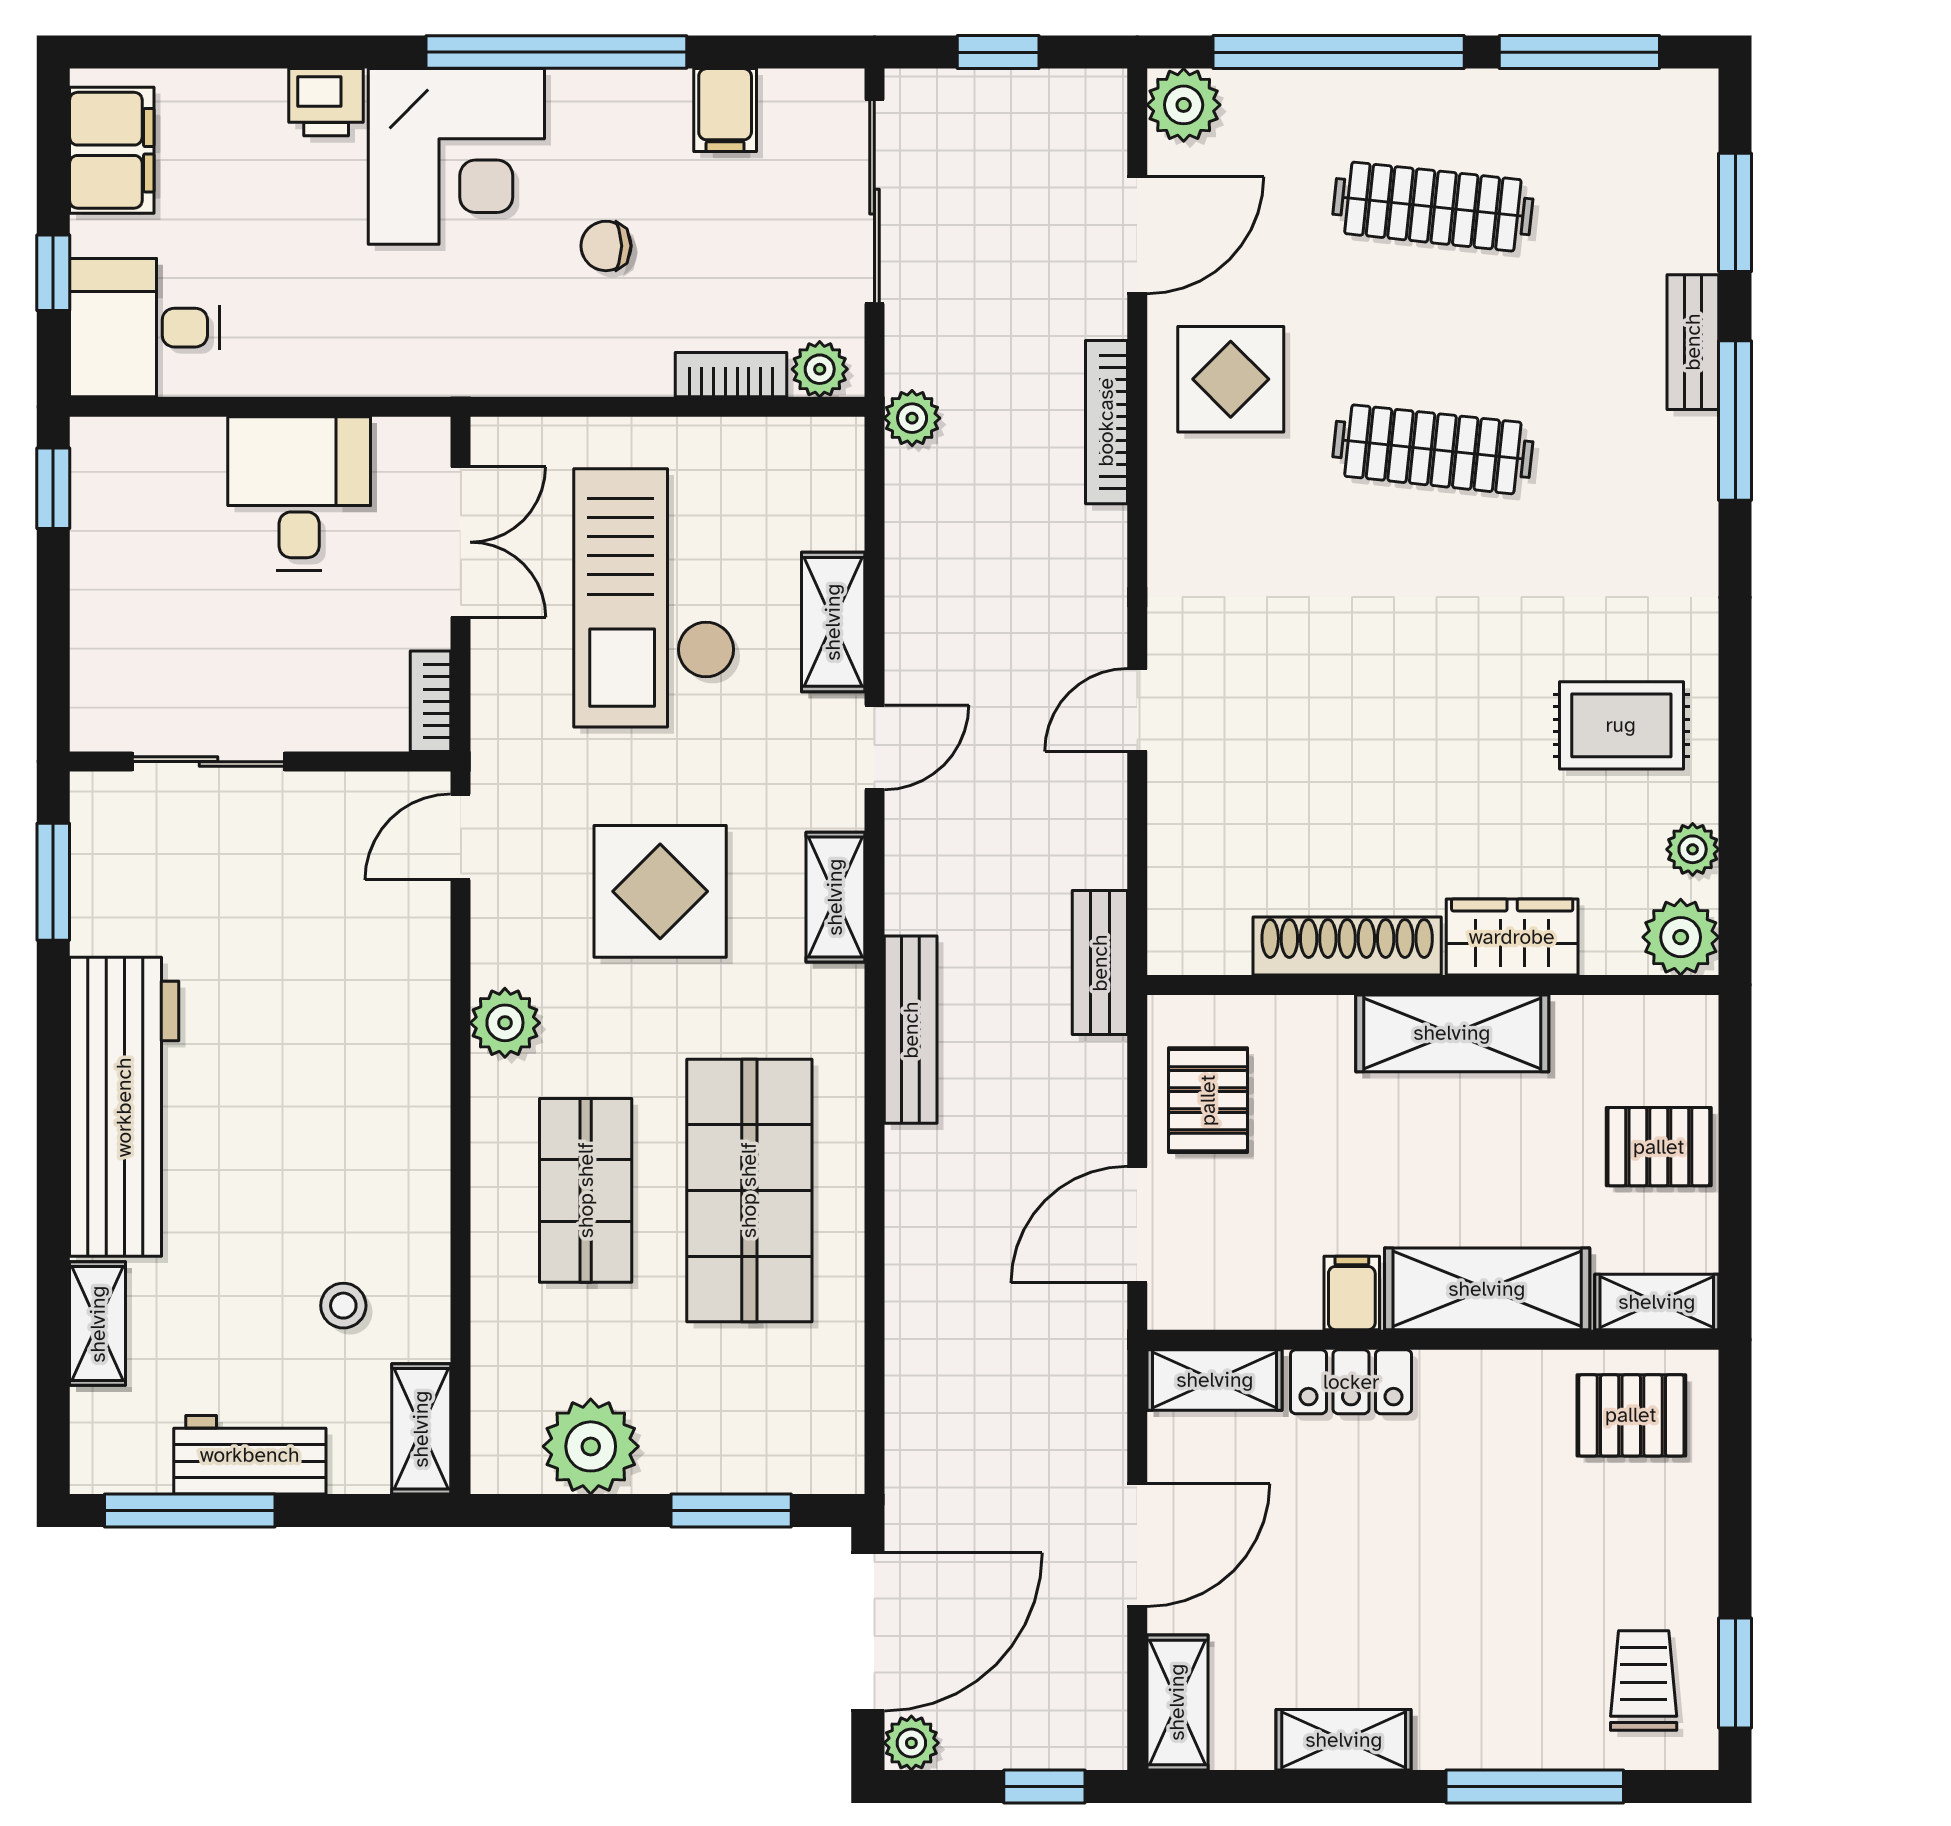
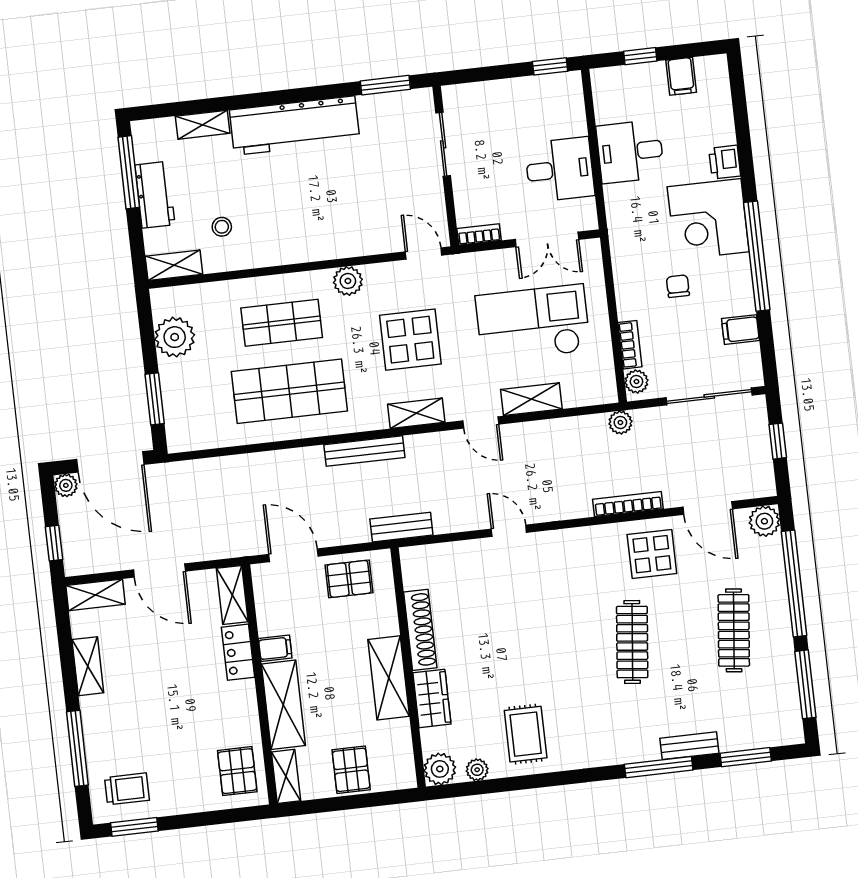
filing cabinet: (112, 150) -> (681, 76), width x0.50
desk: (144, 328) -> (630, 152), moved, turned -90

